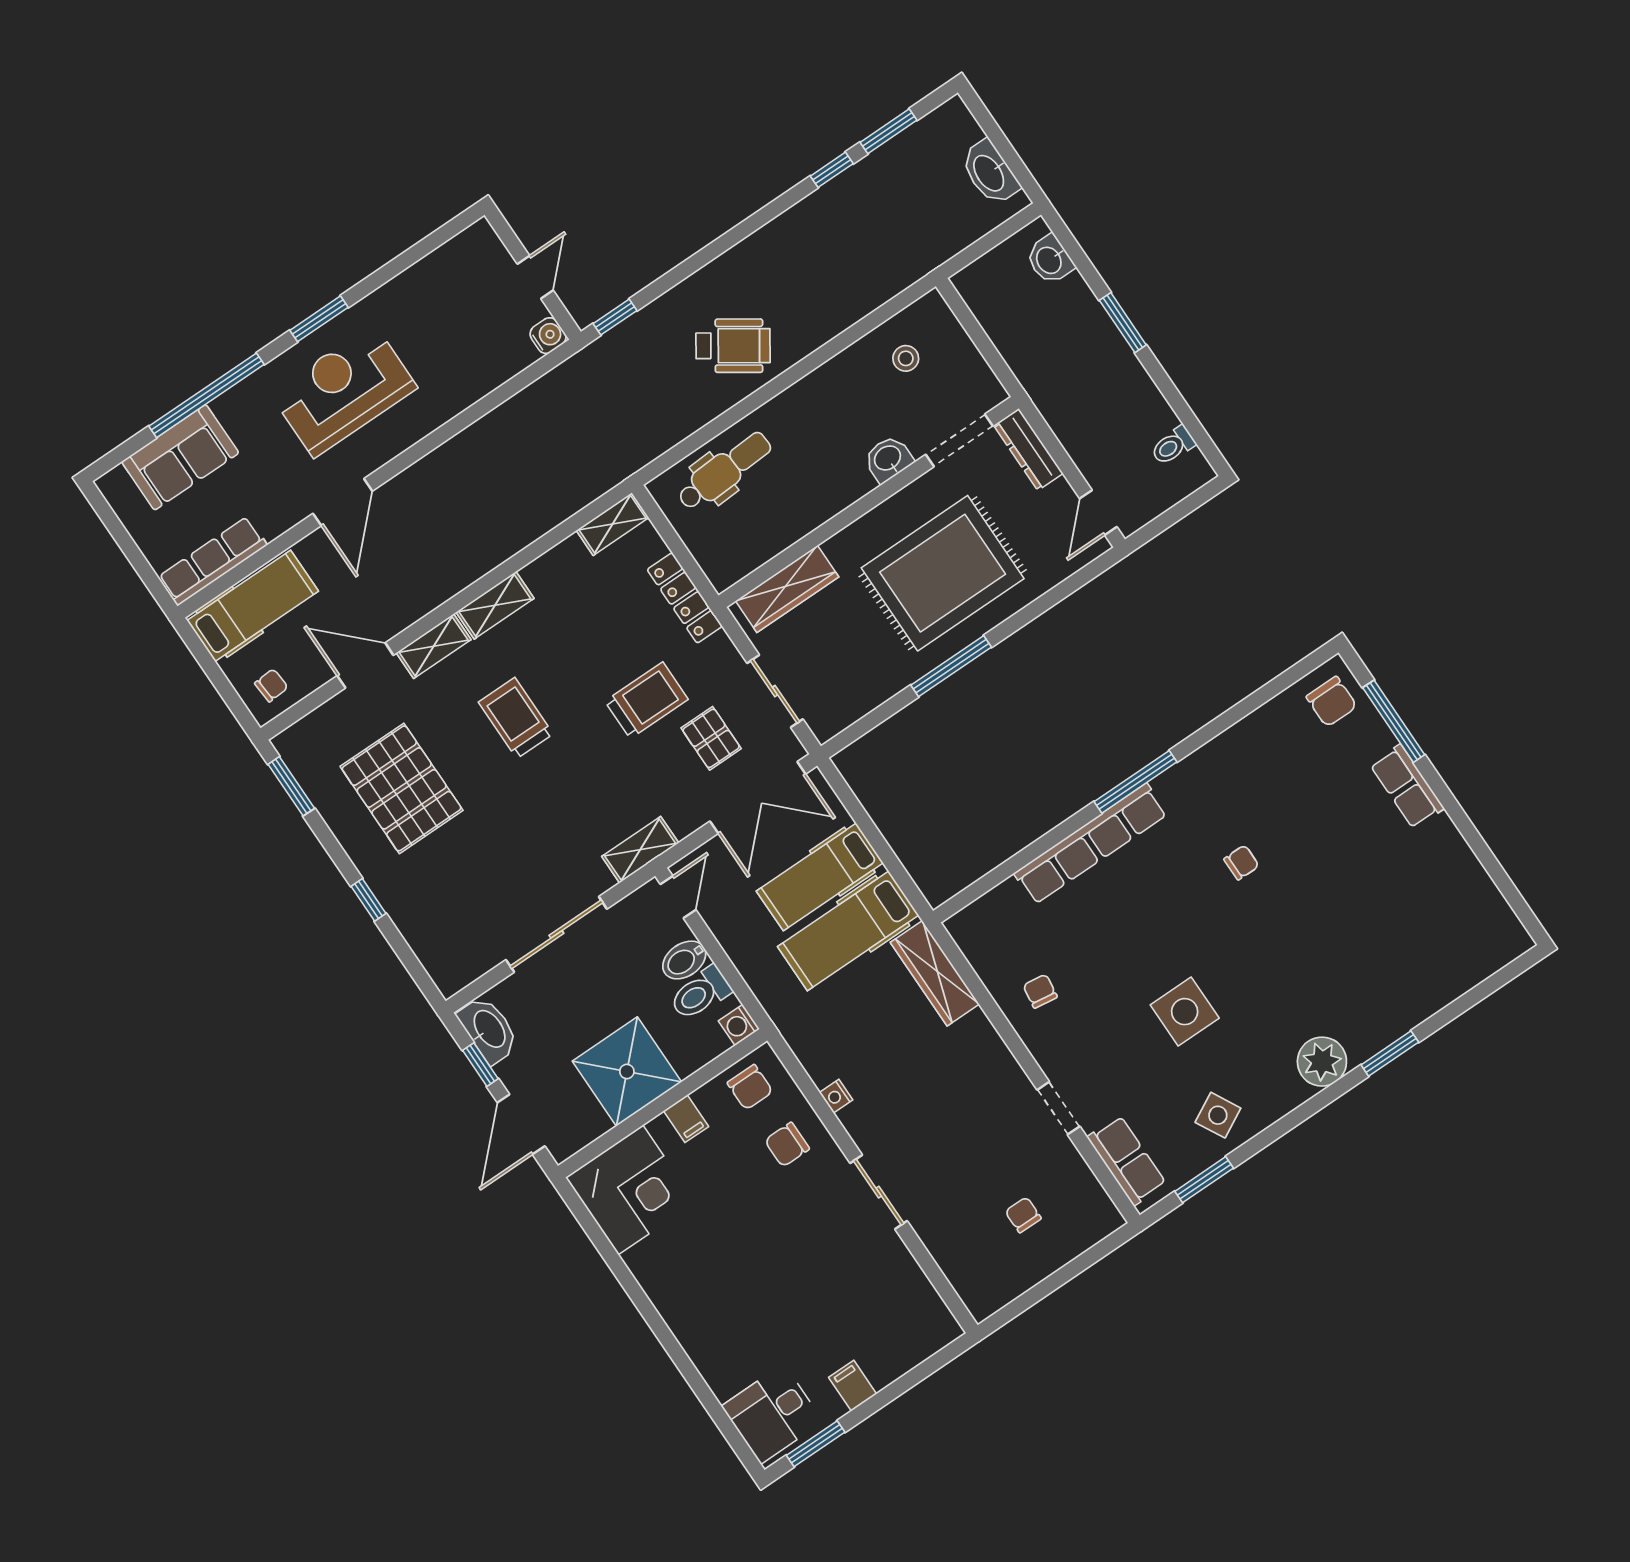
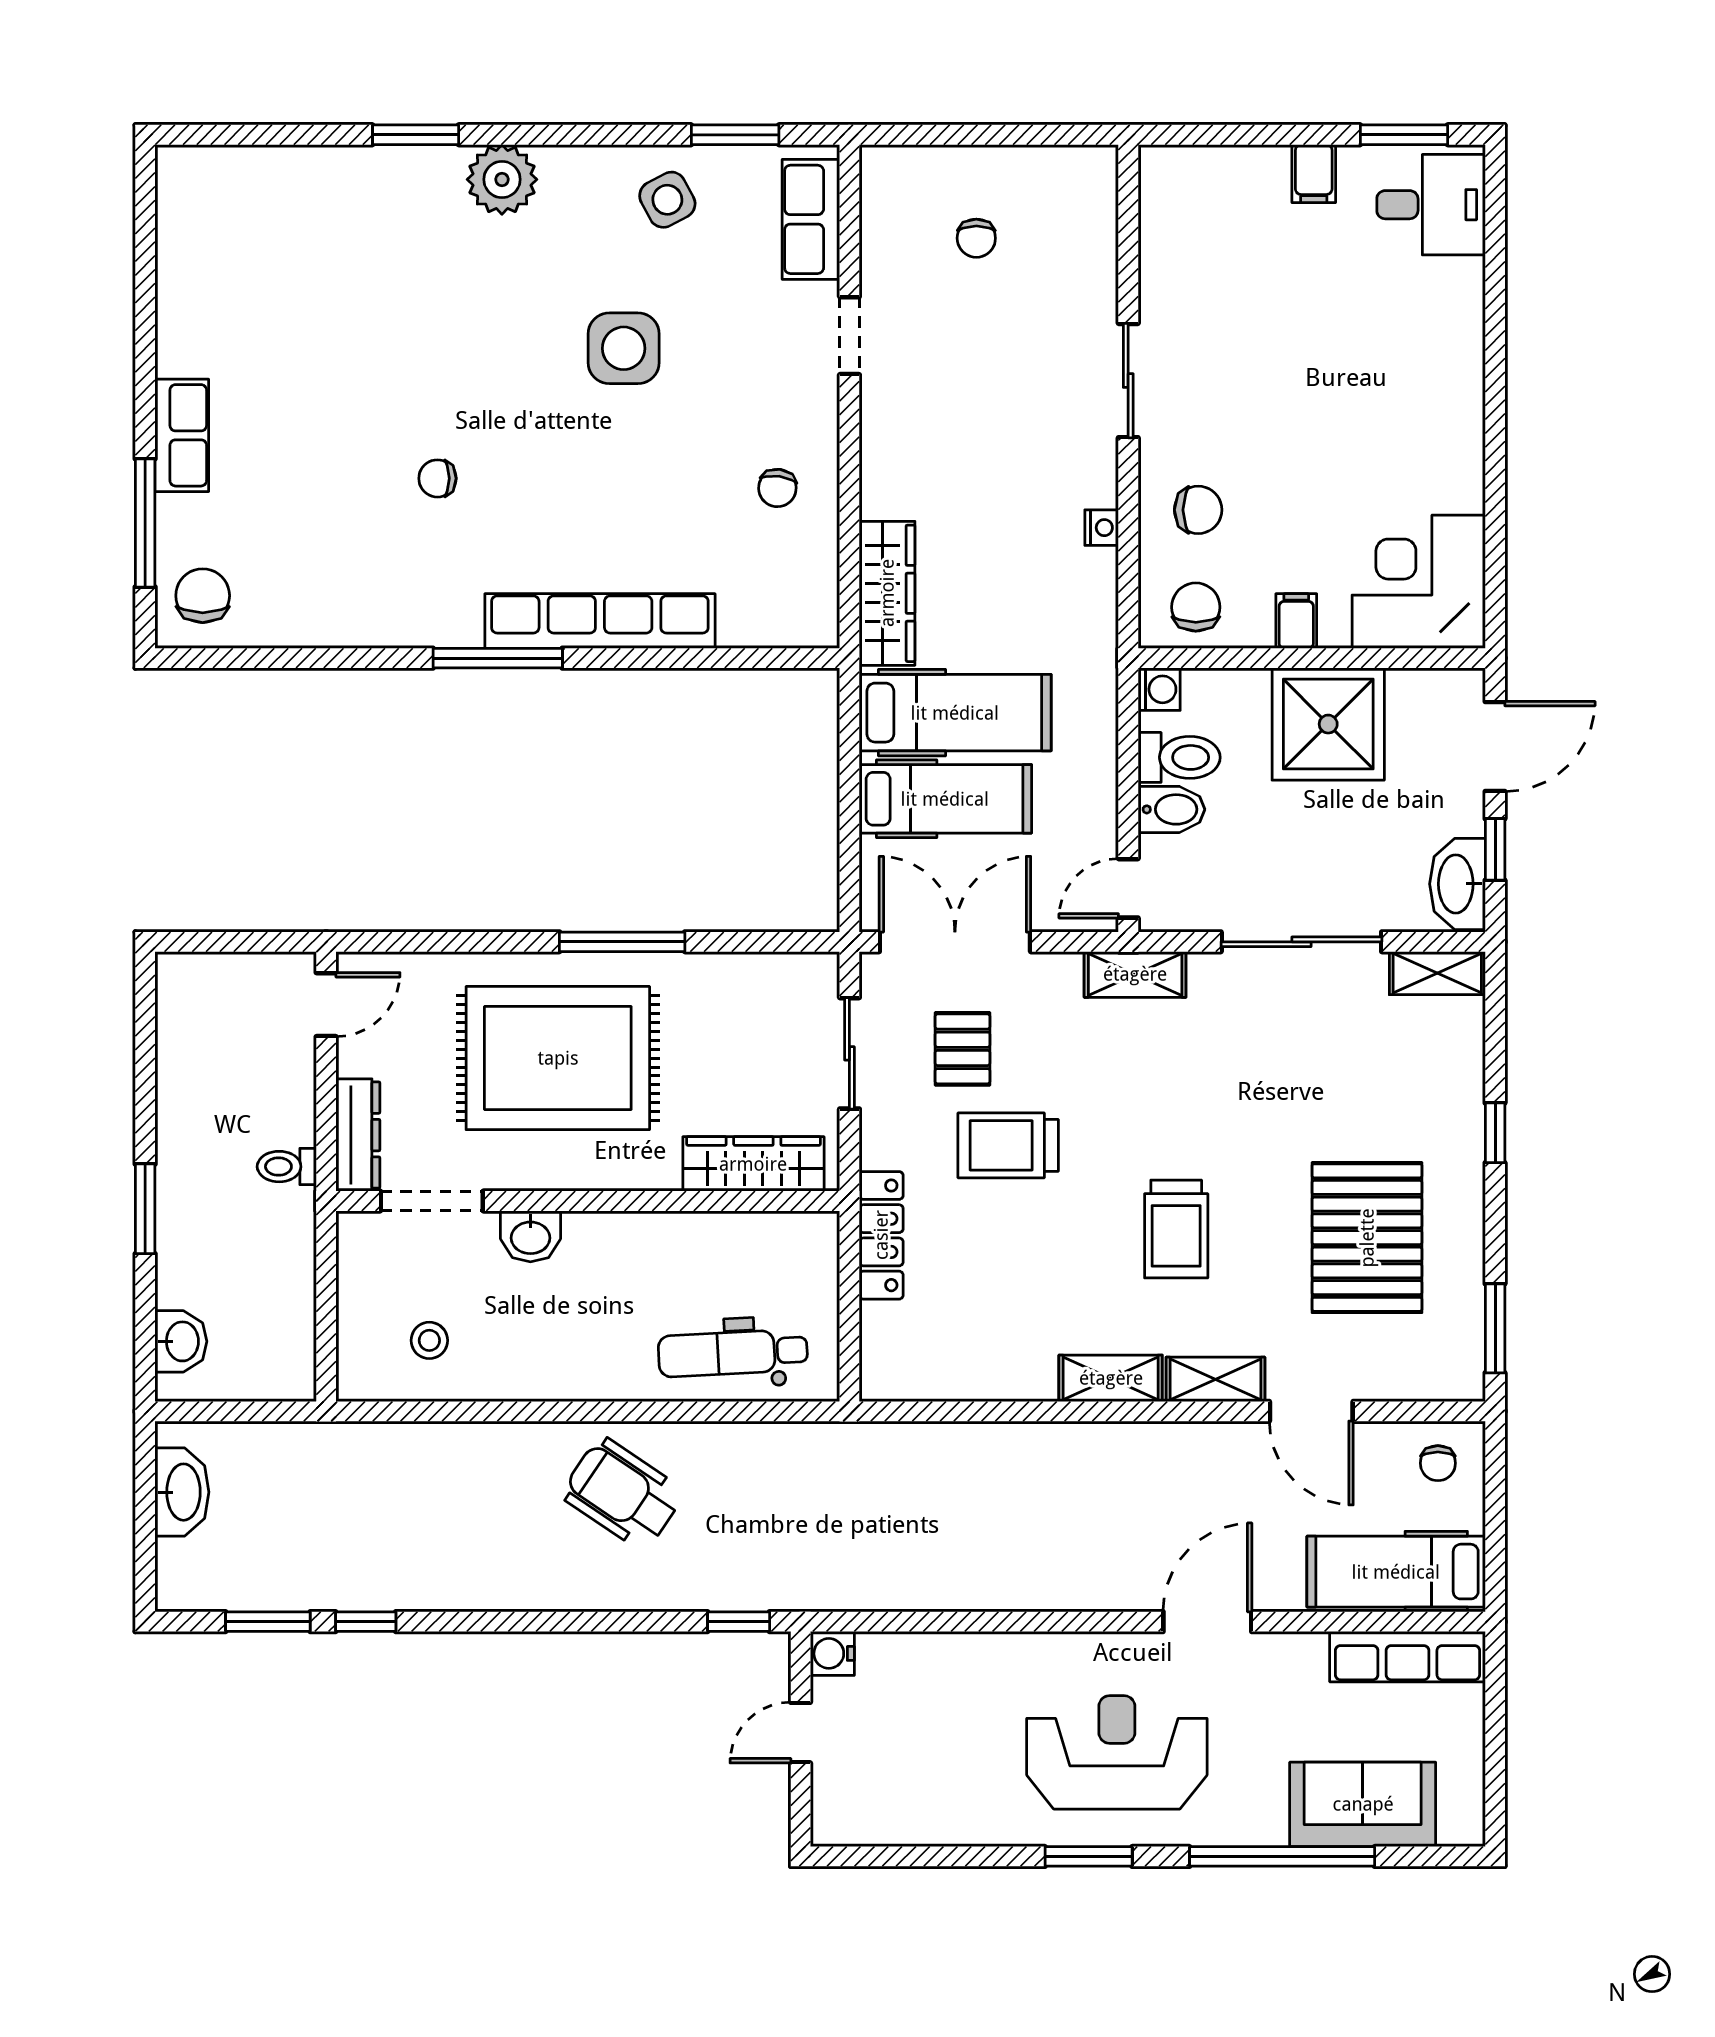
reception desk: (344, 391) -> (1117, 1752), turned 180
toilet: (1173, 446) -> (287, 1167), moved, turned 180
shelving: (612, 524) -> (1437, 973), moved
chair: (271, 685) -> (1438, 1463), turned -86

